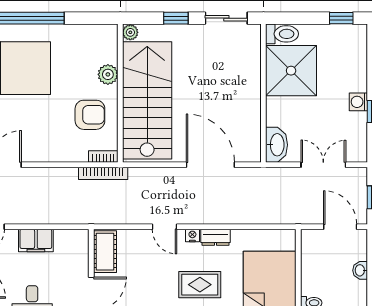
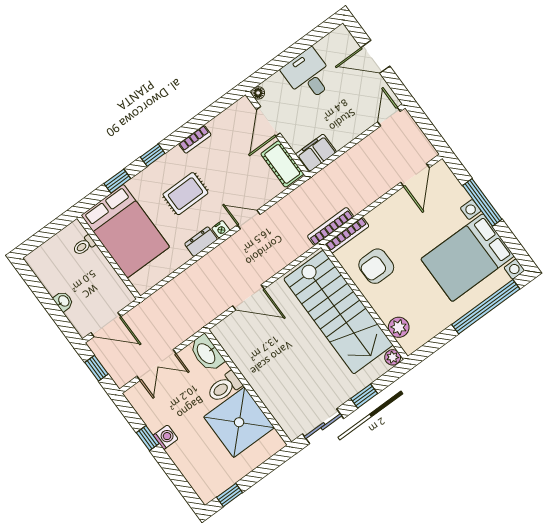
toilet: (282, 34) -> (224, 387), moved
plant: (108, 74) -> (399, 327), moved
bookcase: (103, 157) -> (347, 235), width x1.56
door: (210, 165) -> (248, 297), width x0.73
filing cabinet: (36, 240) -> (316, 153), moved

